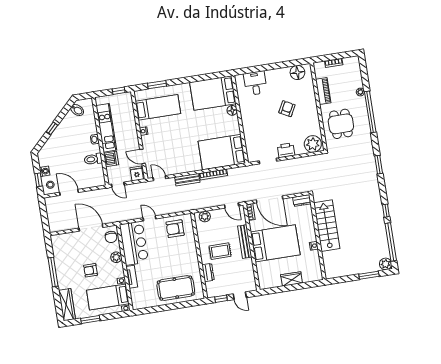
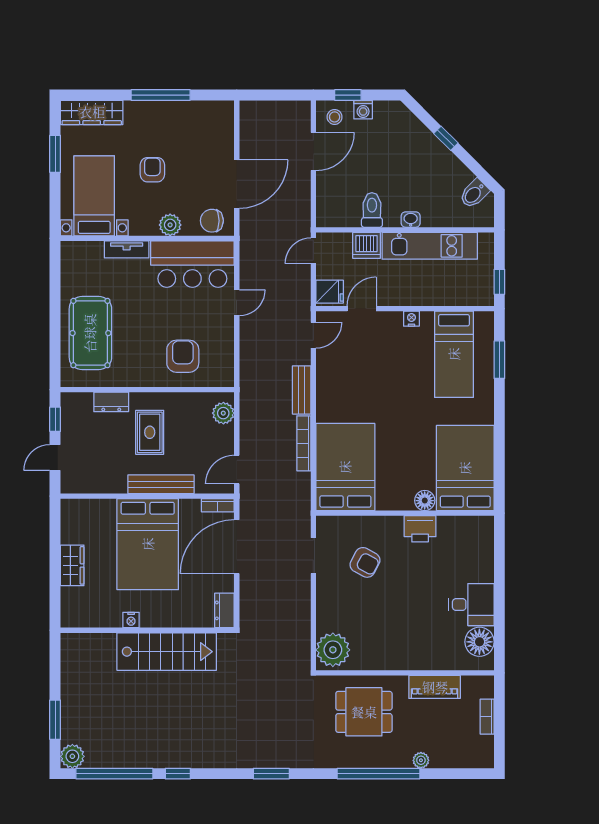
desk: (255, 83) -> (471, 605), moved
armchair: (287, 109) -> (365, 562), moved
printer: (286, 150) -> (420, 529), moved, turned 90
armchair: (175, 229) -> (183, 356), moved

